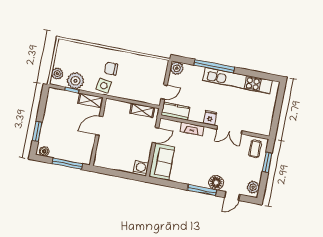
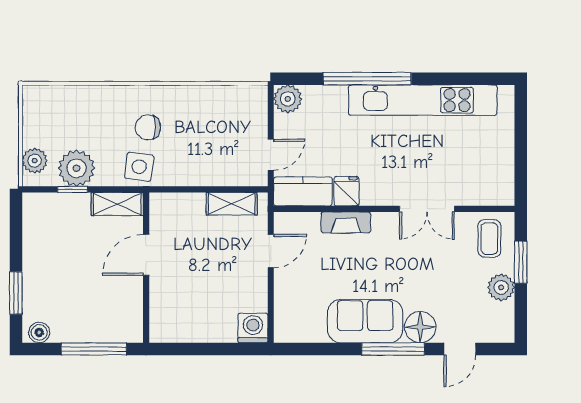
fridge: (210, 118) -> (347, 191), moved
sofa: (162, 162) -> (365, 321), moved, turned -90
plant: (253, 187) -> (501, 287), moved

